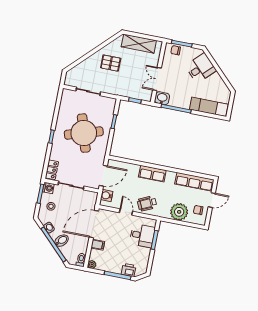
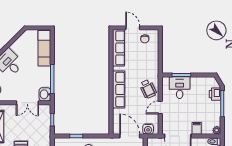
row of seats: (152, 174) -> (119, 90), width x1.48
plant: (179, 212) -> (150, 57), removed

